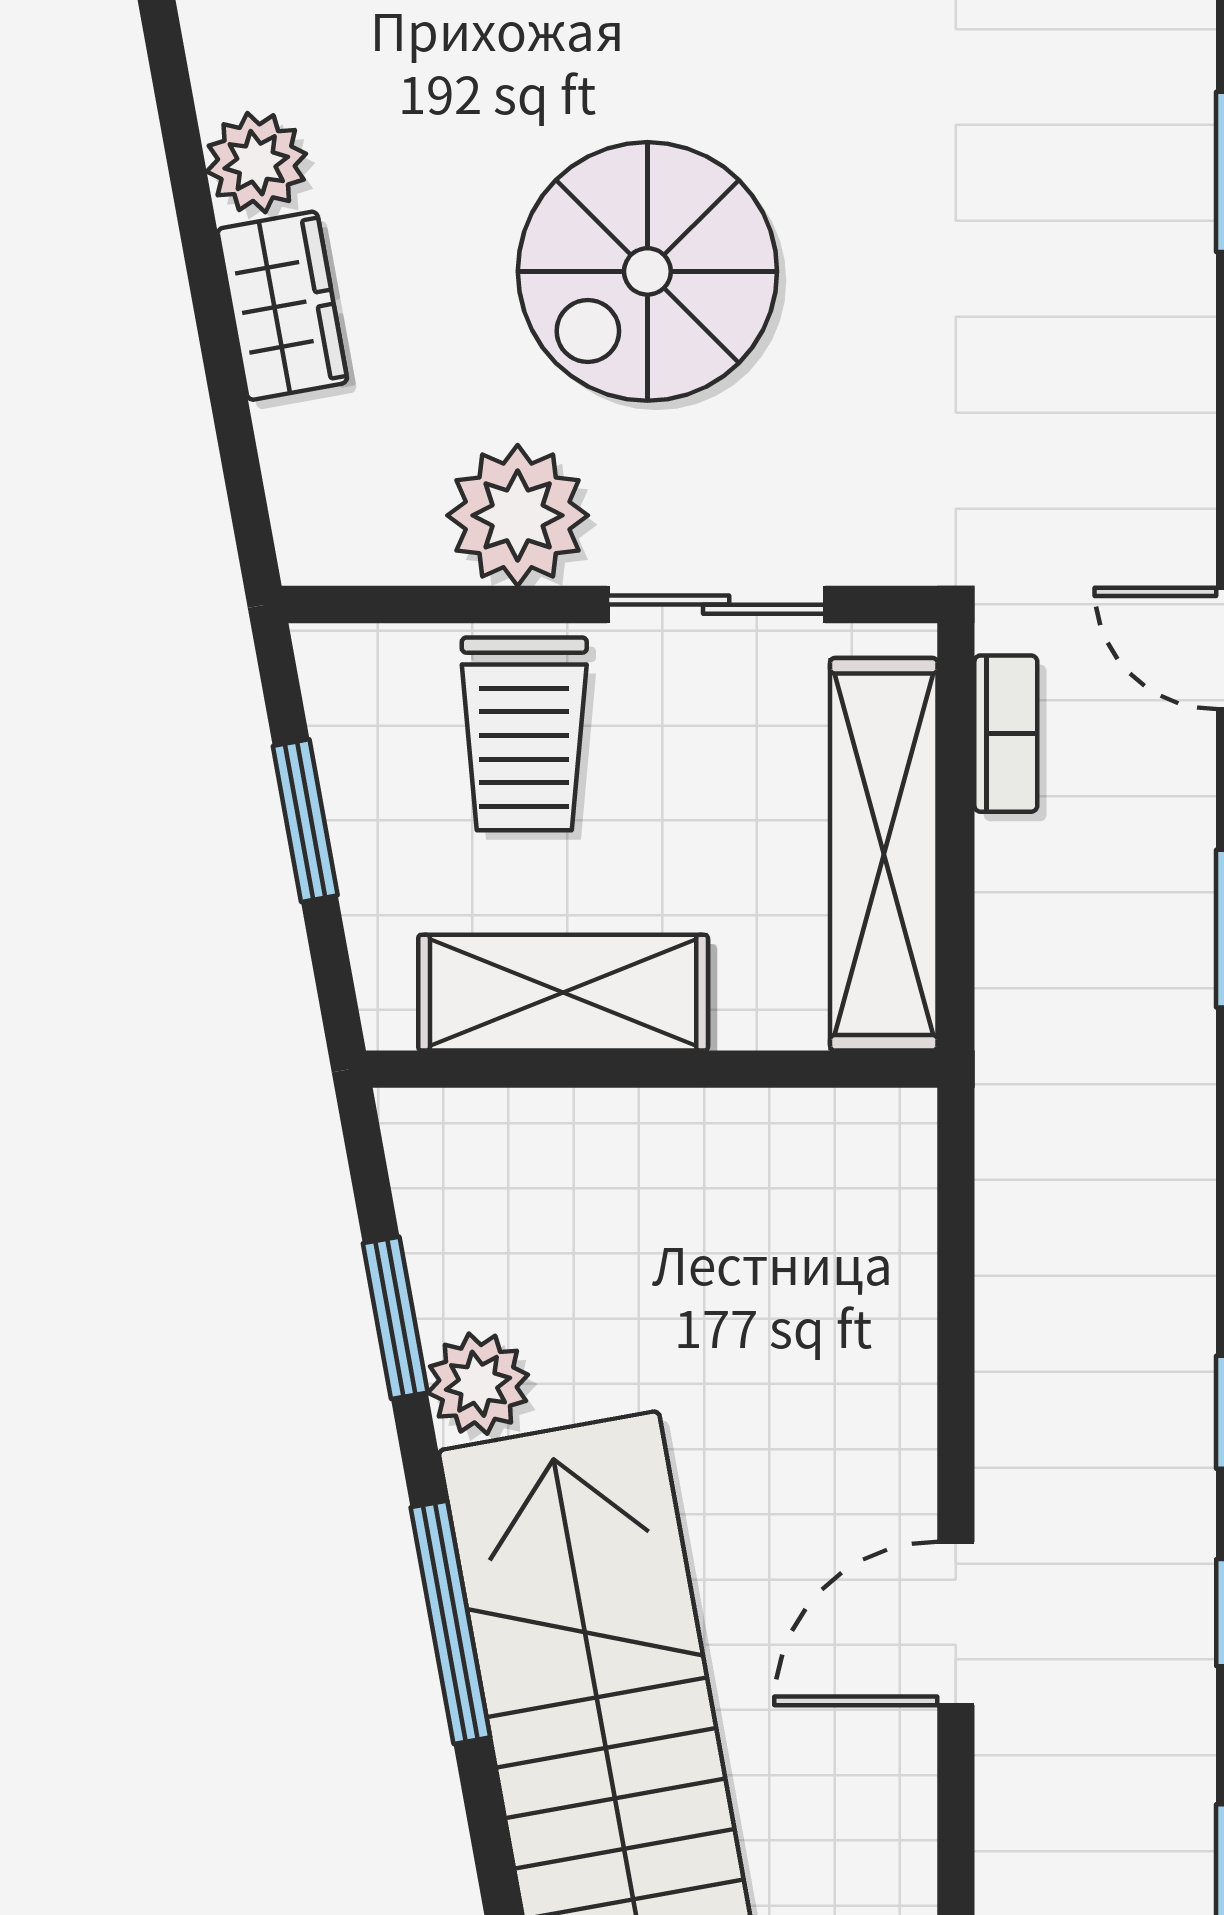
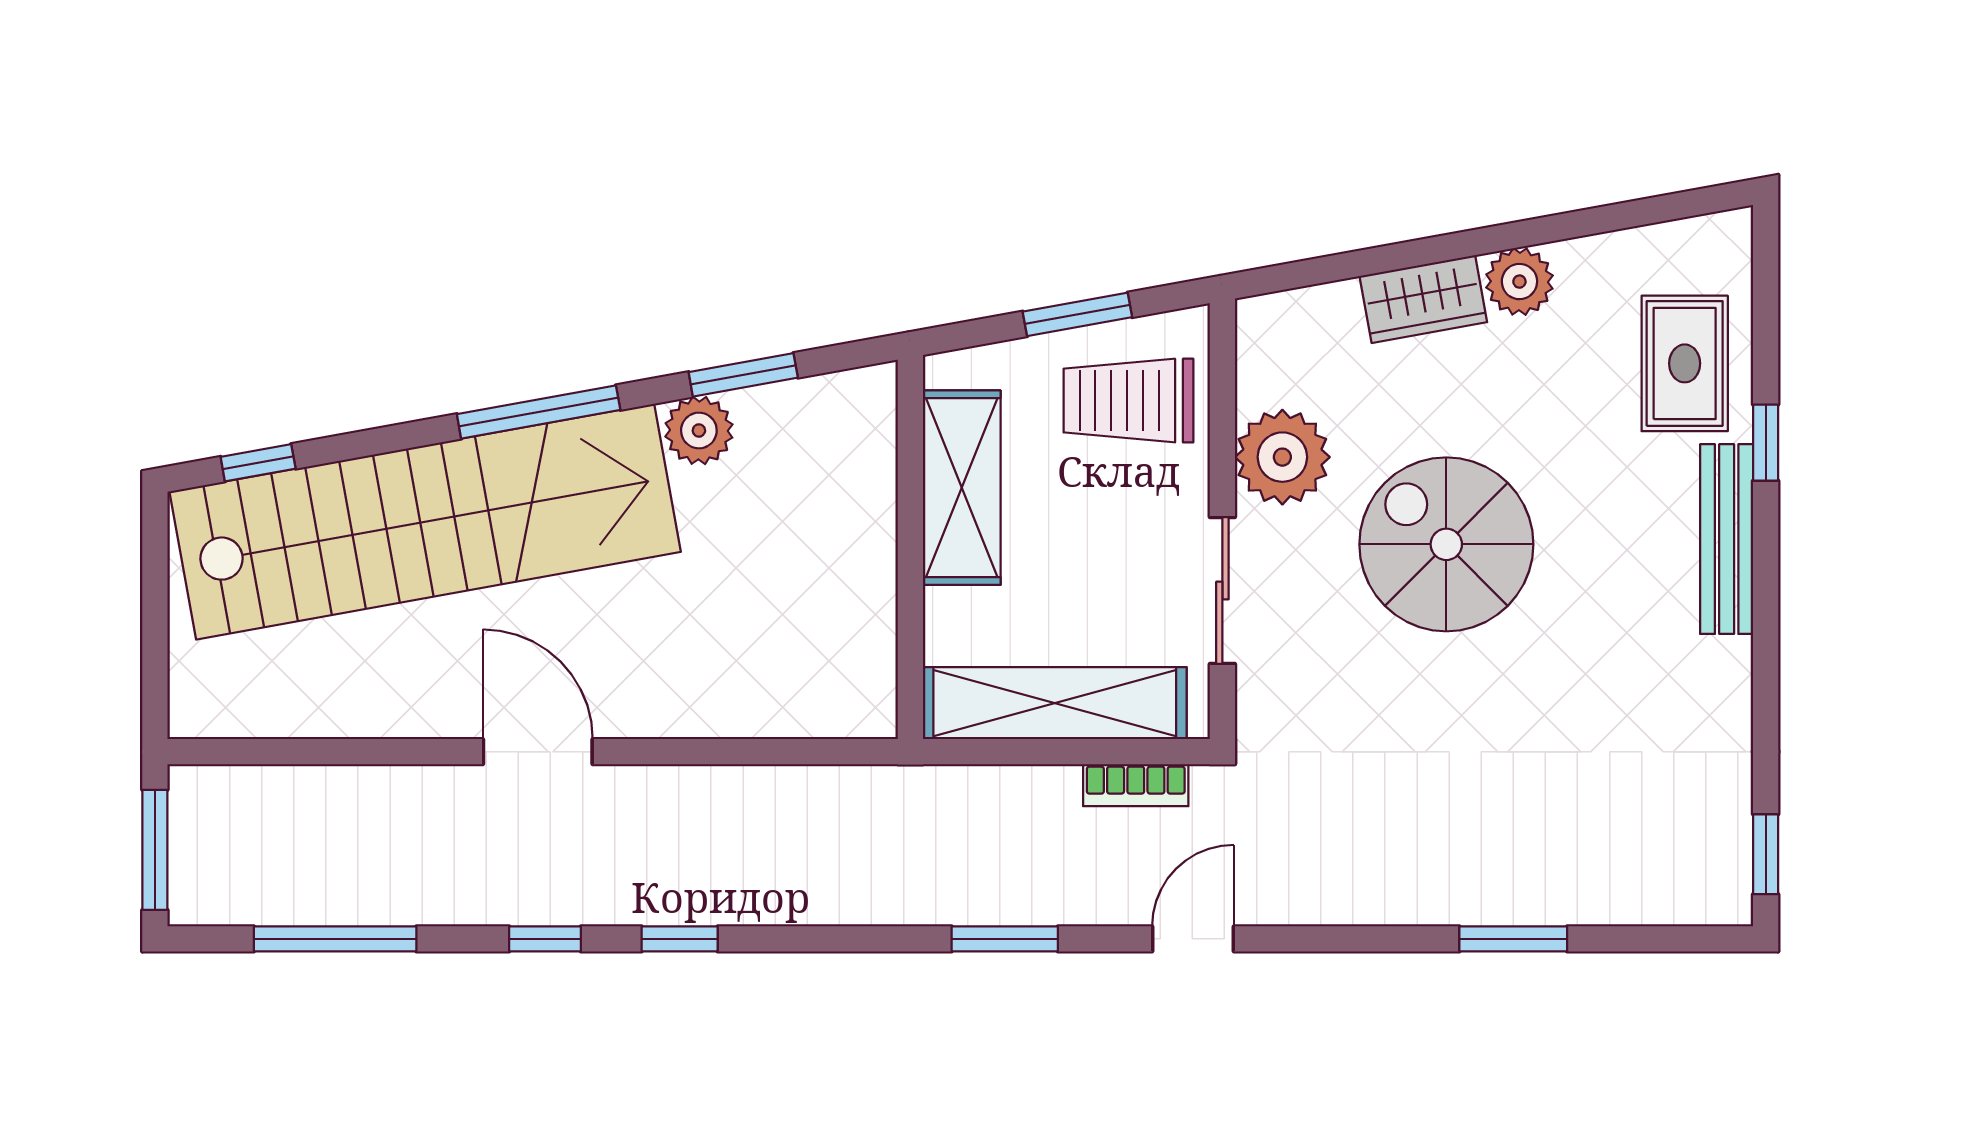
trolley: (524, 734) -> (1128, 401), moved

